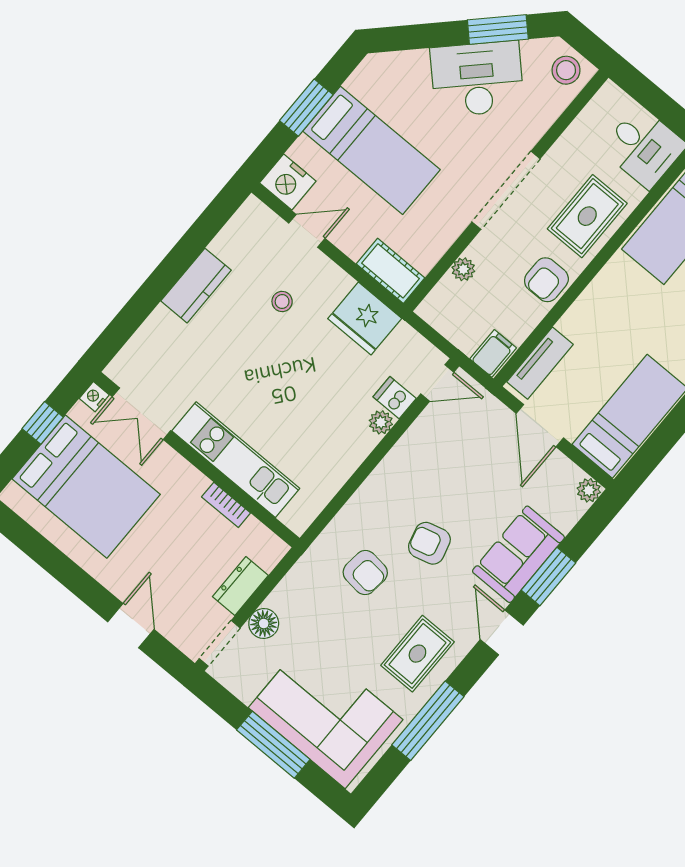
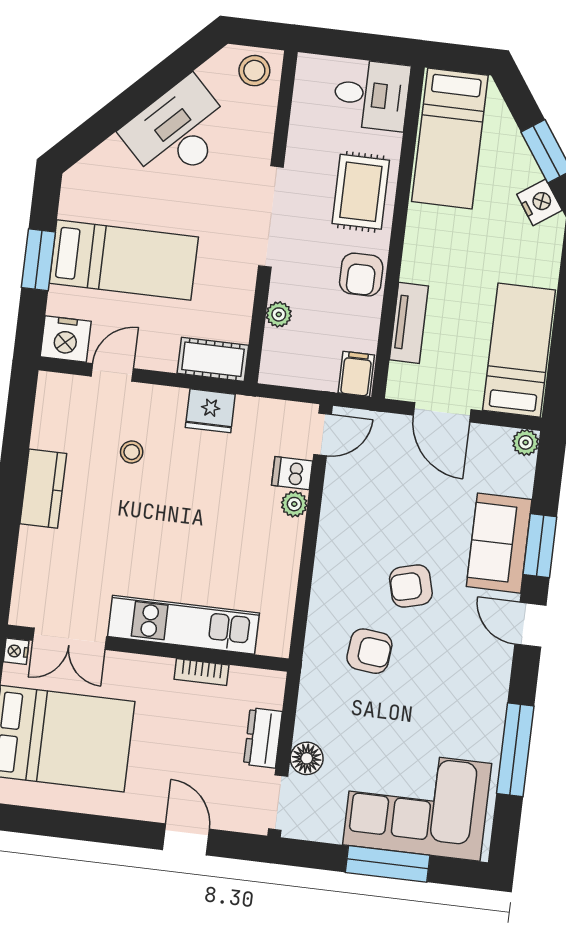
window: (498, 29) -> (168, 74), removed
fridge: (365, 319) -> (210, 411), width x0.73, depth x0.75
tv unit: (540, 363) -> (409, 323), moved
rug: (417, 654) -> (466, 694), removed

